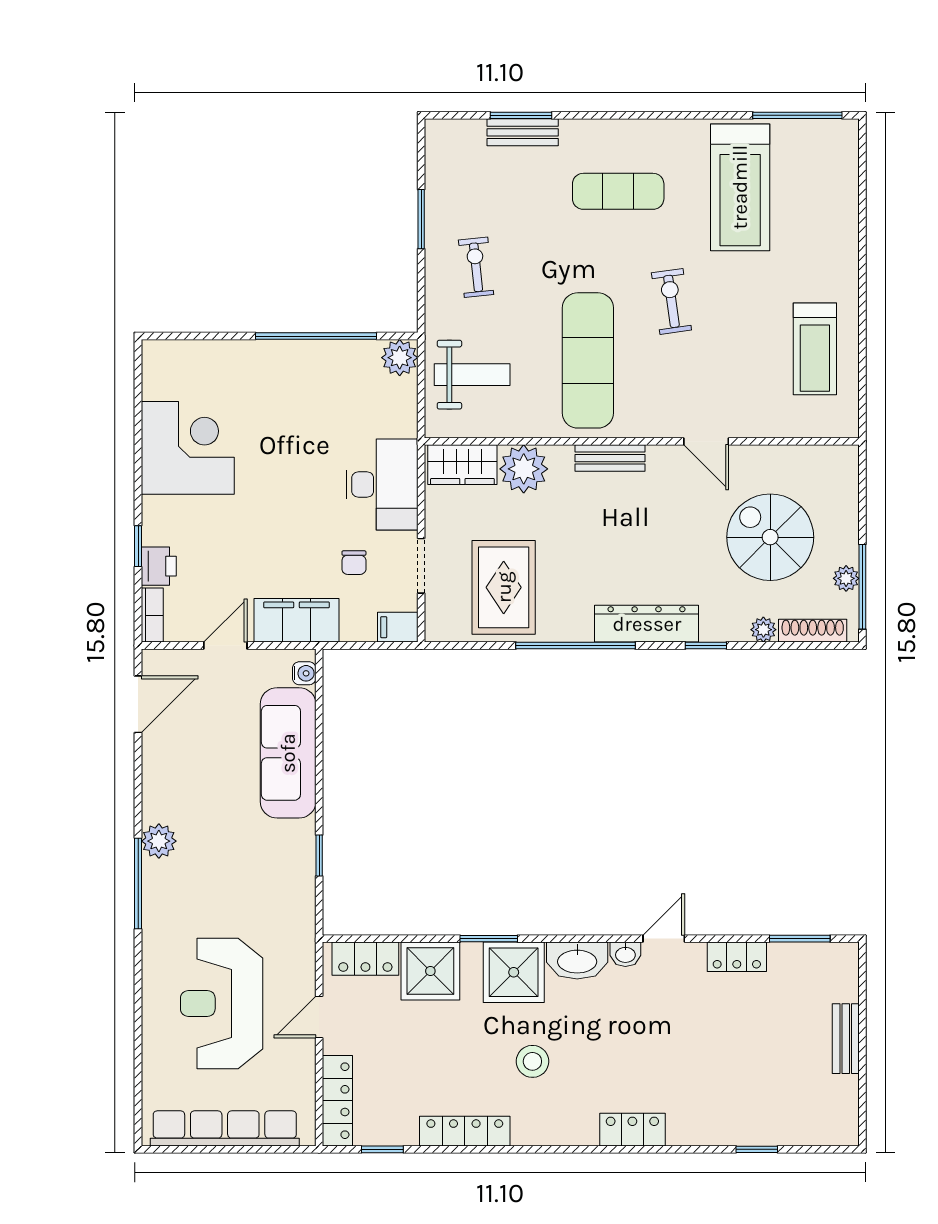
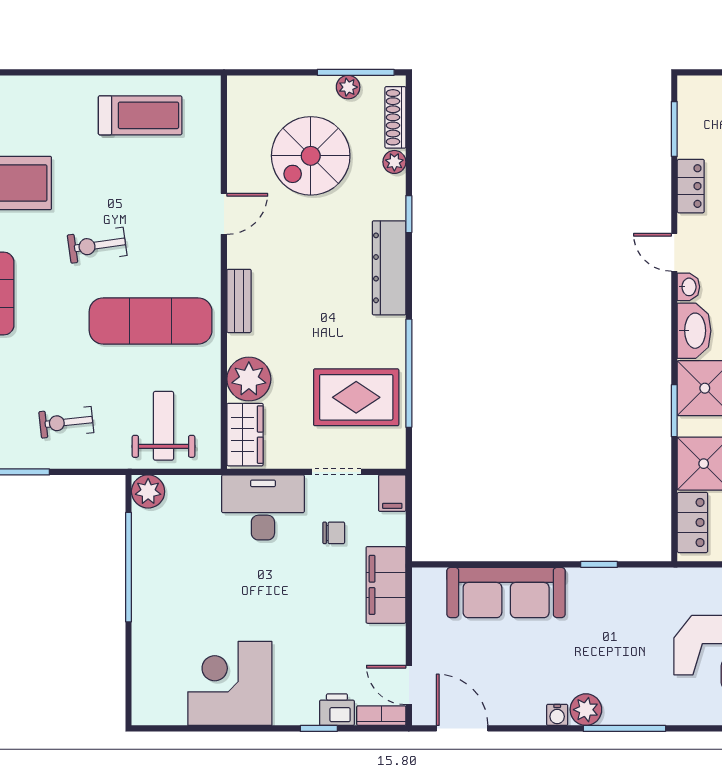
door: (225, 646) -> (409, 685), moved
window: (575, 646) -> (409, 373), moved
water cooler: (304, 673) -> (557, 715), moved, turned 180

